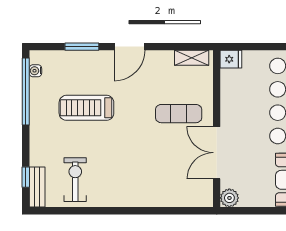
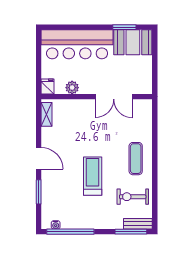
treadmill: (86, 108) -> (93, 176), moved, turned 180
exercise mat: (179, 114) -> (136, 159), moved
window: (26, 177) -> (131, 232), width x2.17
plant: (229, 198) -> (72, 88), moved

